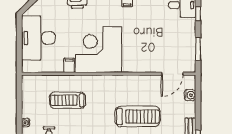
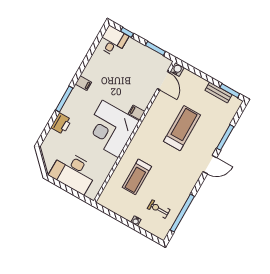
filing cabinet: (69, 65) -> (136, 112), moved
water cooler: (190, 95) -> (177, 69), moved

